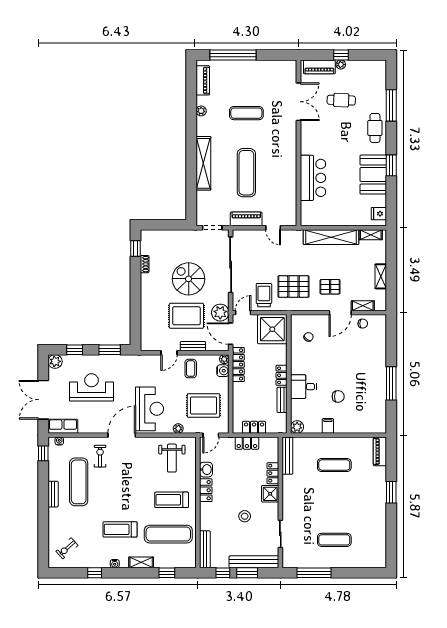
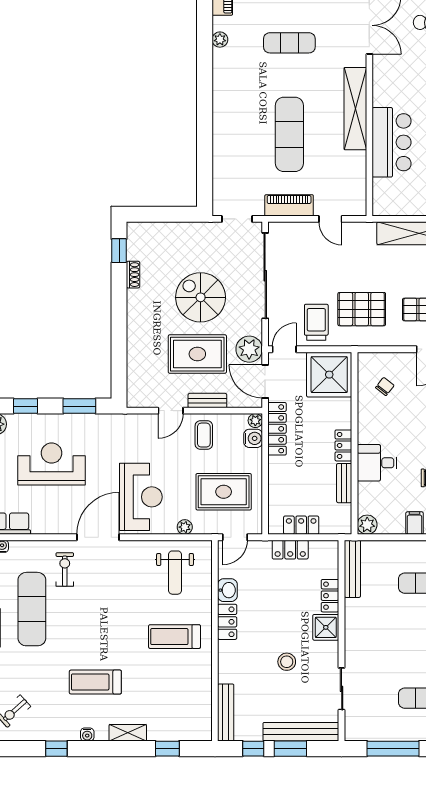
shelving: (203, 163) -> (355, 109), moved
exercise mat: (168, 534) -> (169, 689), removed

